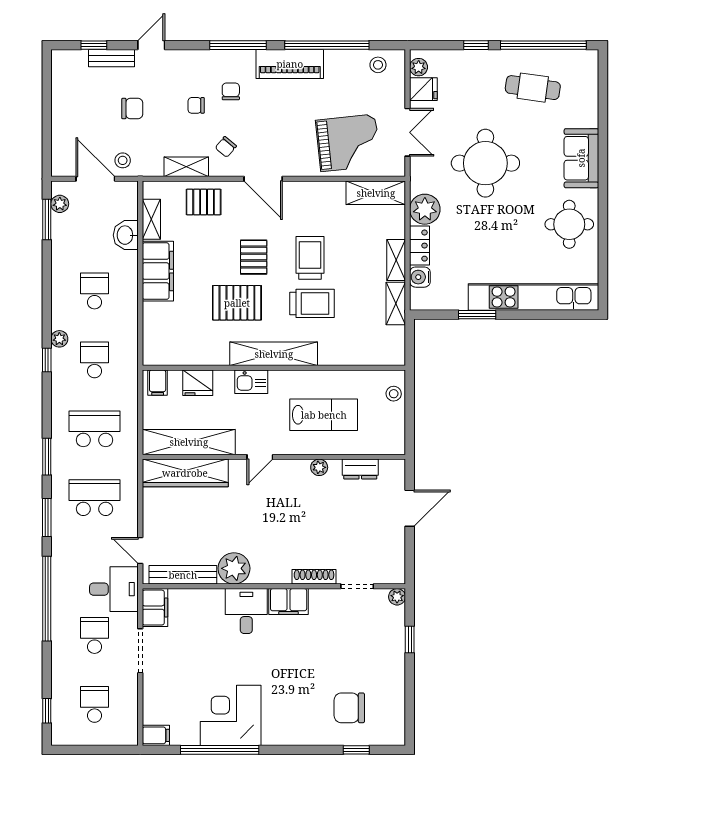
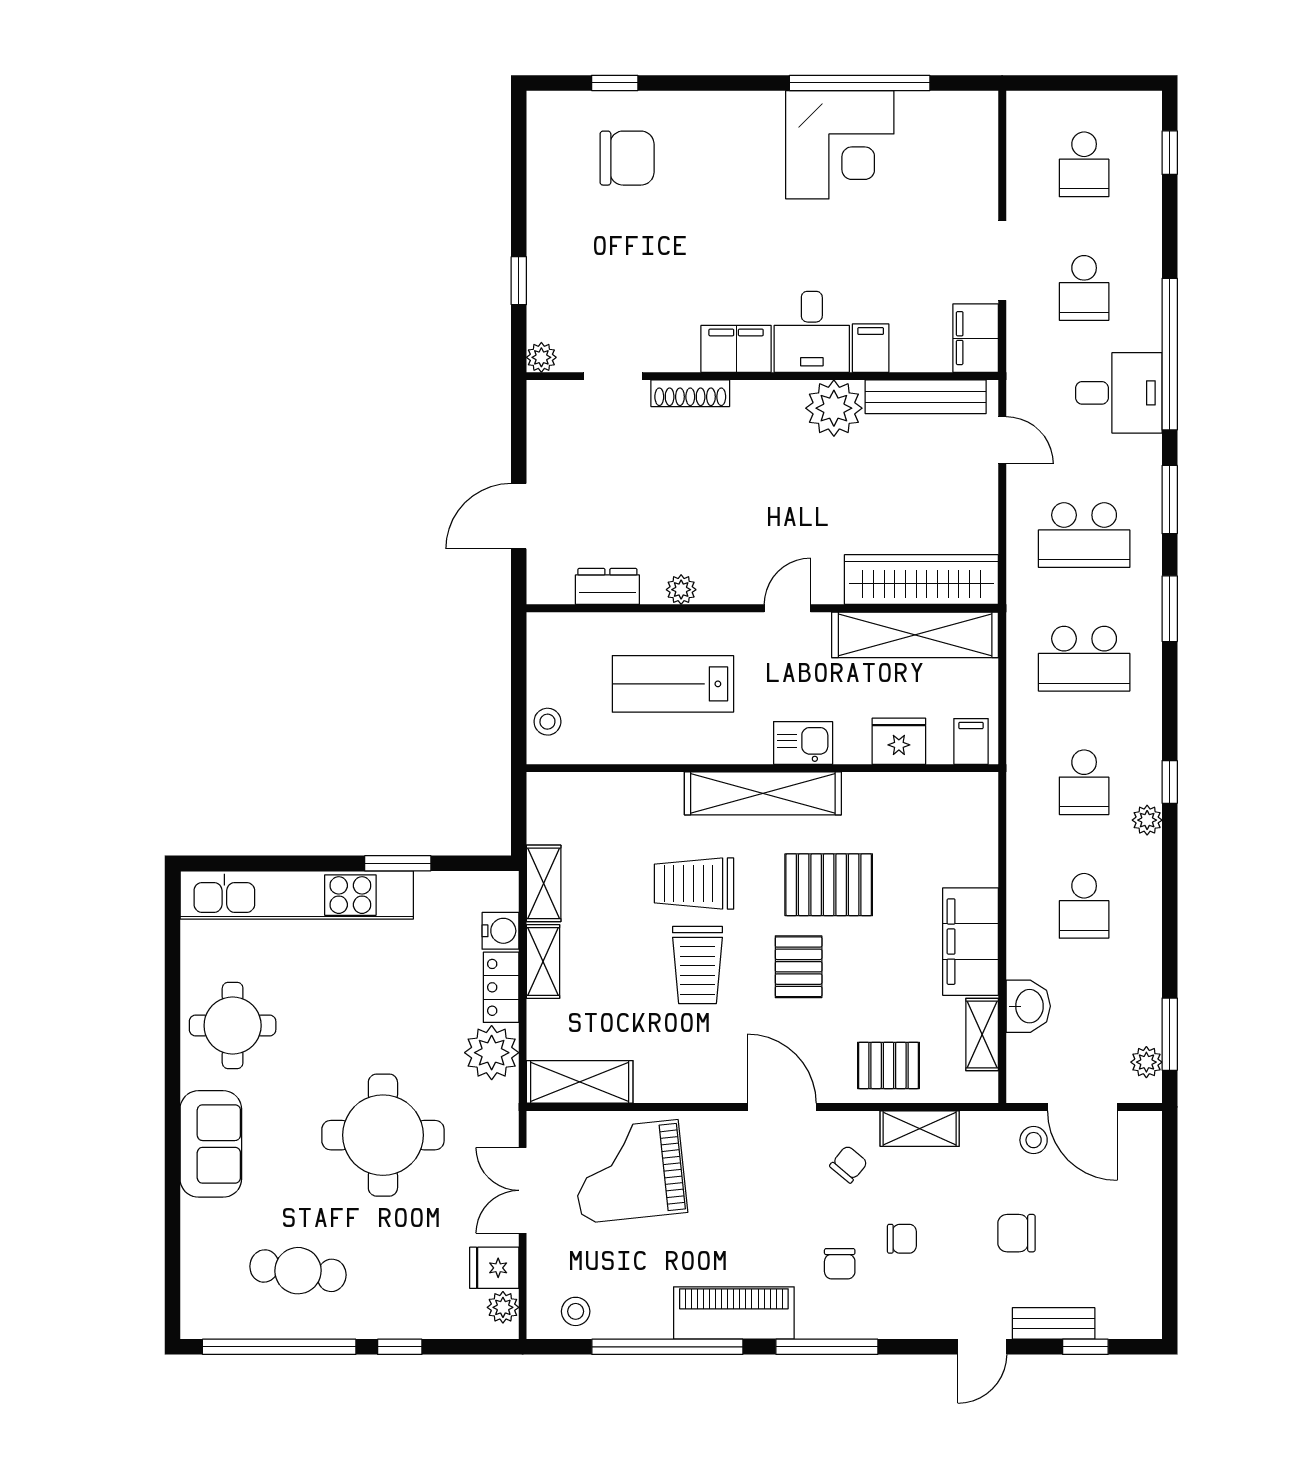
desk: (114, 589) -> (1119, 393), moved, turned 180
filing cabinet: (156, 735) -> (871, 348), moved, turned 90

